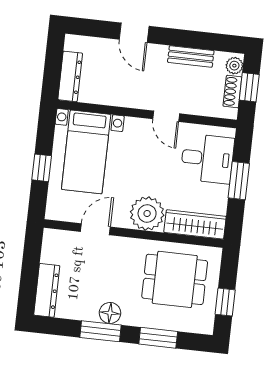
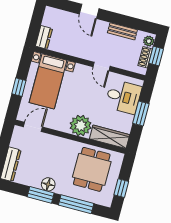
dresser: (70, 76) -> (44, 37), width x0.70
door: (95, 229) -> (33, 127), moved
dining table: (175, 279) -> (92, 169), turned 90
window: (158, 338) -> (76, 204), width x1.44

